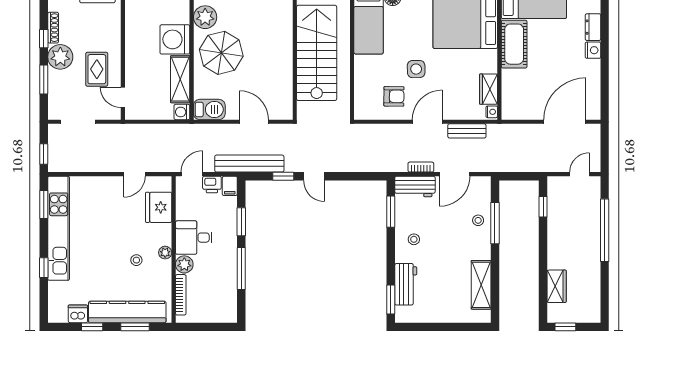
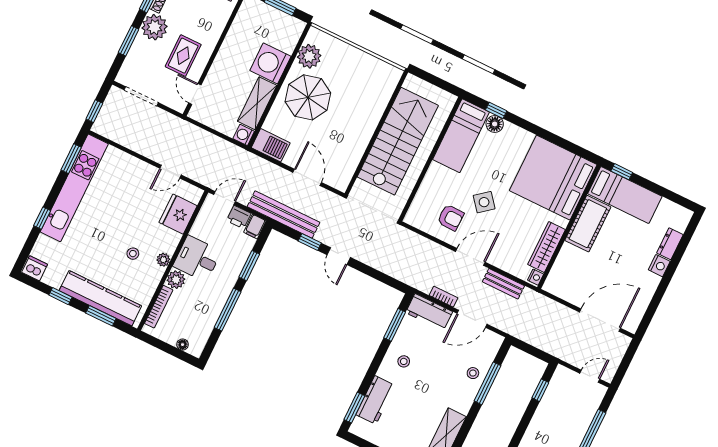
side table: (416, 69) -> (484, 202), turned -38
wardrobe: (489, 89) -> (547, 247), width x1.50
dishwasher: (78, 314) -> (35, 268), moved
floor lamp: (217, 317) -> (183, 345), added

